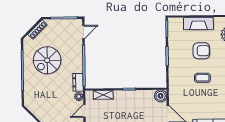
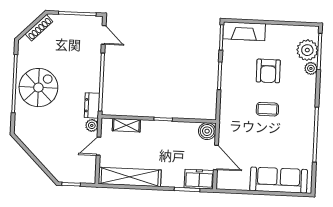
fireplace: (198, 23) -> (244, 31), moved
door: (83, 32) -> (104, 35), hinge flipped
armchair: (201, 51) -> (268, 71), turned 90
spiral stairs: (47, 60) -> (38, 88), moved, turned 180

